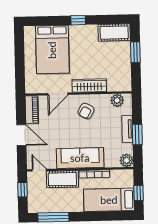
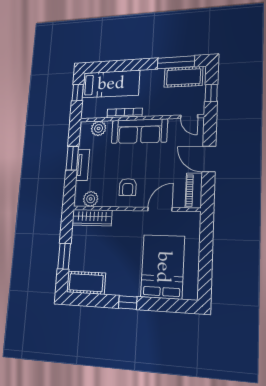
wardrobe: (89, 86) -> (92, 218), moved
armchair: (86, 111) -> (128, 187), turned 150
plant: (127, 160) -> (99, 128), moved
cot: (62, 179) -> (183, 77), moved

